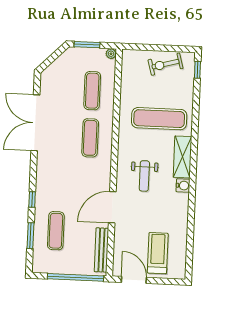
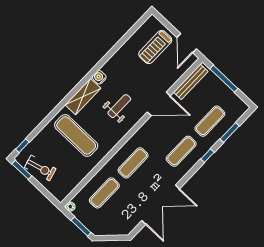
window: (180, 49) -> (22, 170), added
exercise mat: (58, 184) -> (181, 151), added
window: (76, 277) -> (224, 79), width x0.68

